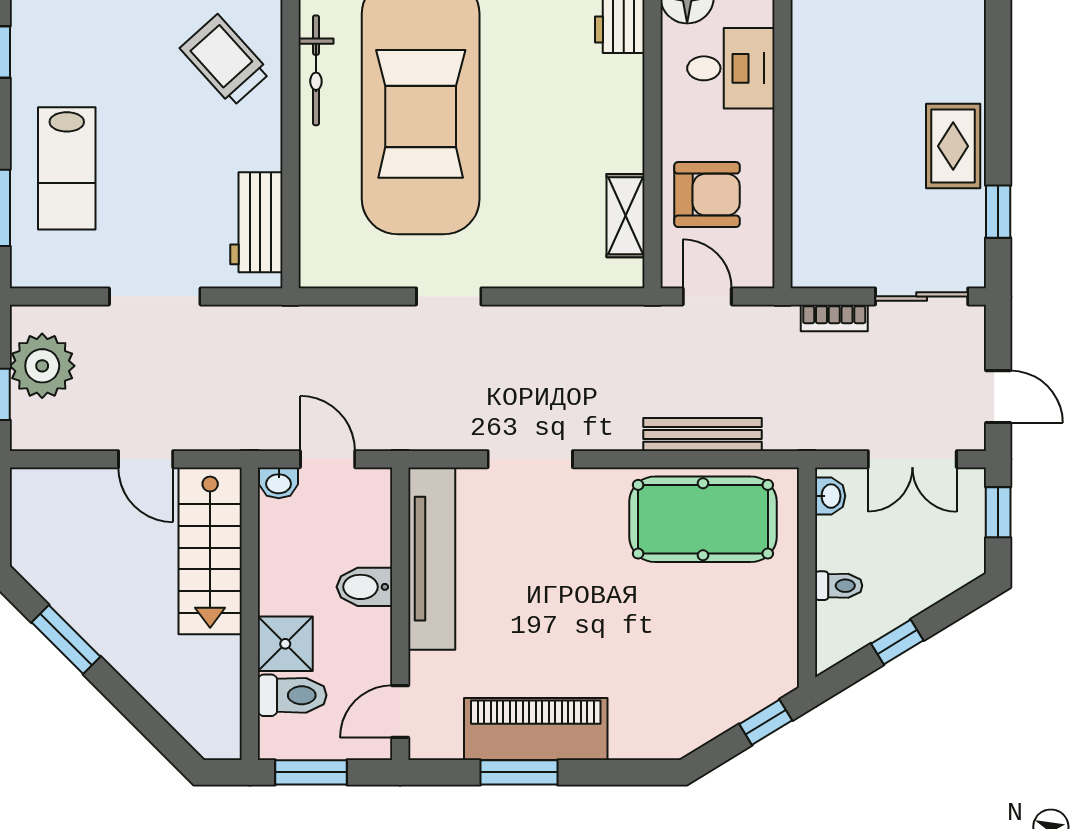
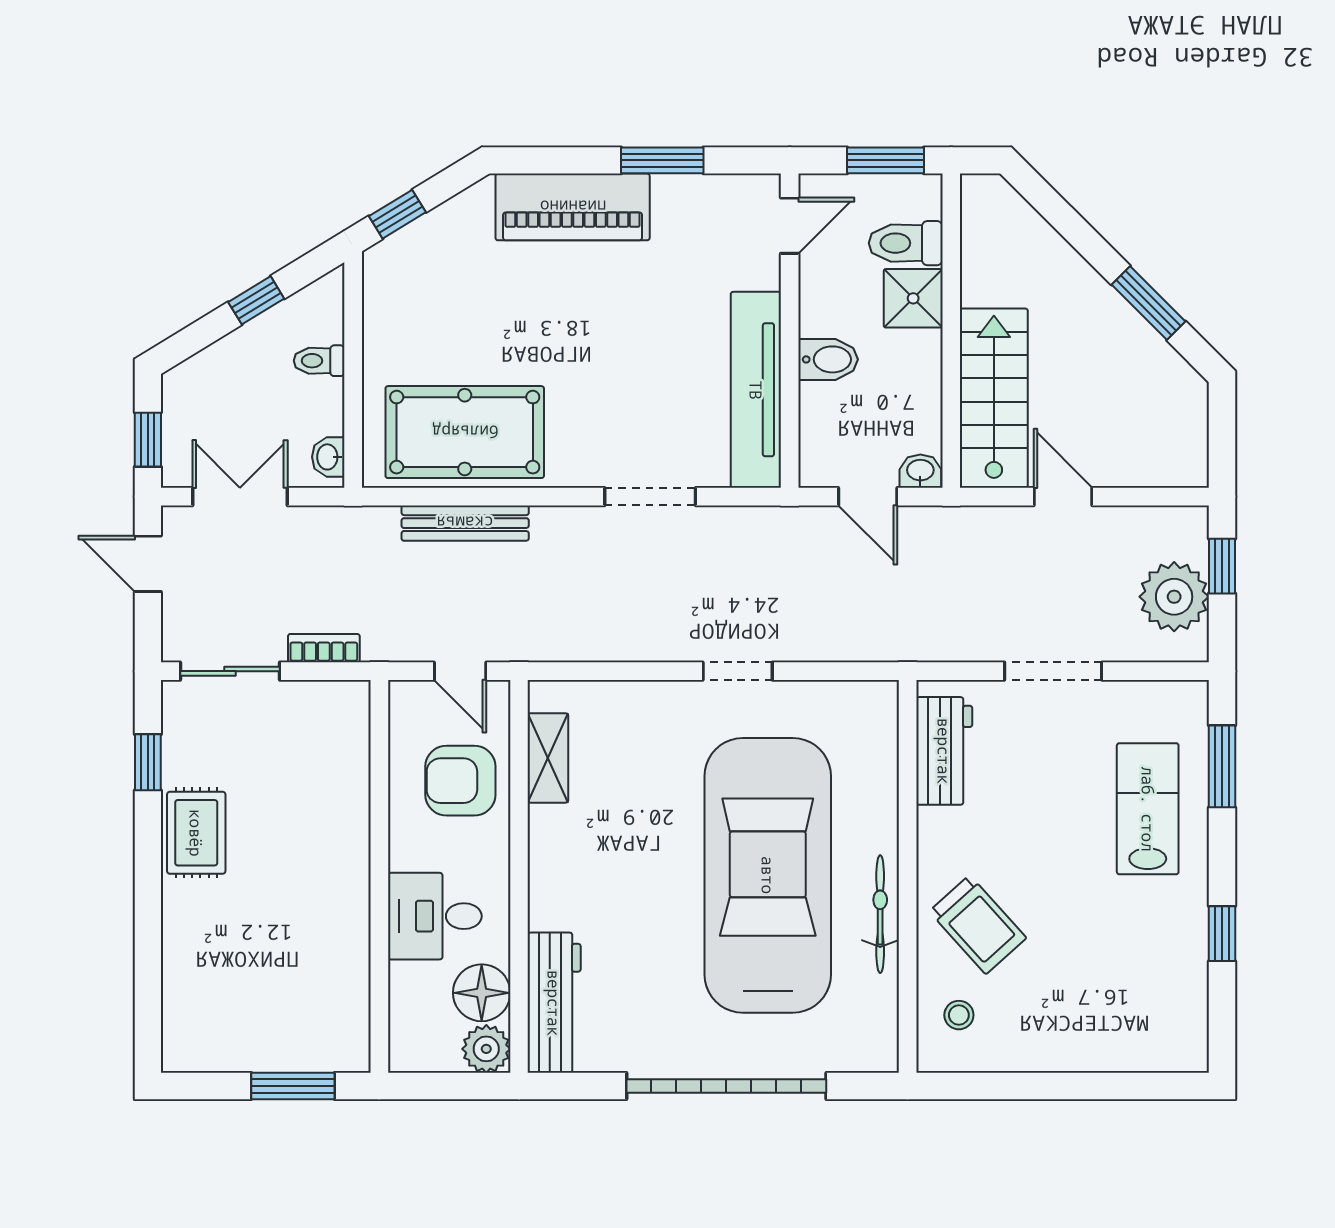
piano: (536, 729) -> (573, 207), moved

